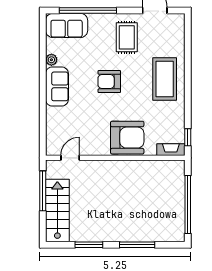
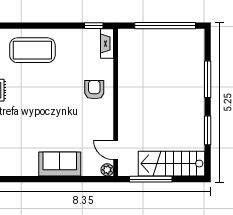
plant: (51, 60) -> (107, 170), moved
armchair: (109, 82) -> (35, 109), removed
sofa: (57, 86) -> (60, 164), moved
armchair: (127, 138) -> (94, 90), width x0.53, depth x0.53

